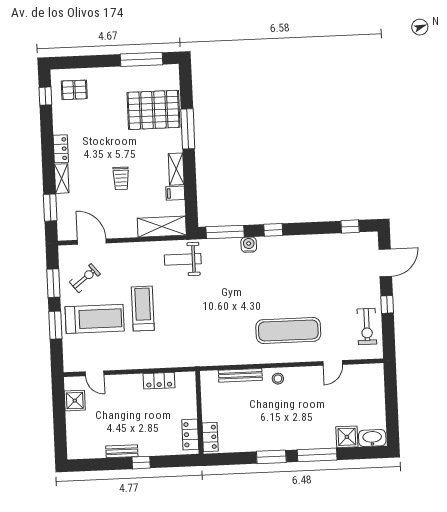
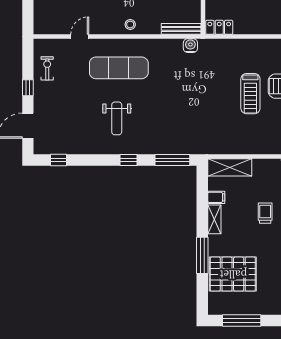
water cooler: (249, 245) -> (190, 46), moved, turned 180
weight bench: (183, 259) -> (117, 118), moved, turned 90
exercise bike: (367, 326) -> (47, 68), width x0.73, depth x0.72
bench: (240, 375) -> (181, 29), moved
locker: (159, 381) -> (219, 27), moved

